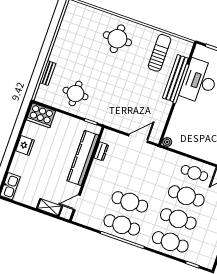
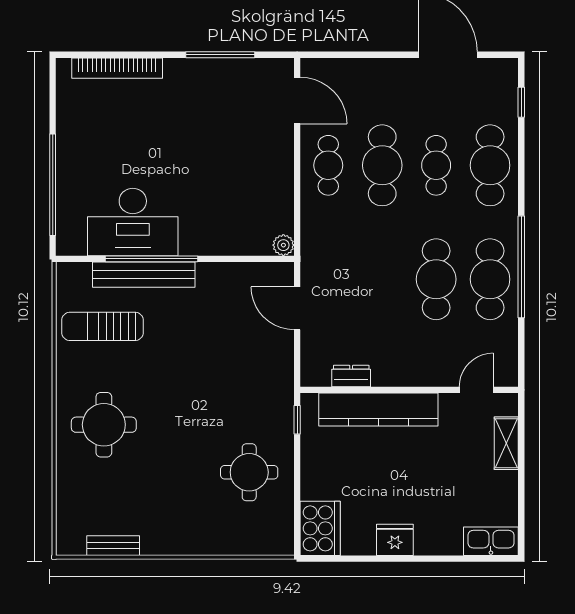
bench: (48, 73) -> (113, 546), moved
door: (77, 203) -> (476, 390), swing flipped
cafe table: (178, 219) -> (436, 165), width x0.73, depth x0.74

